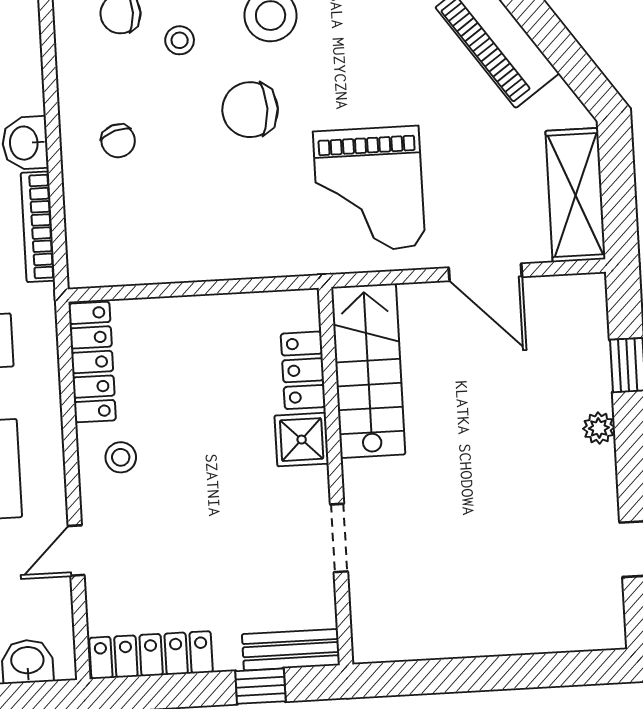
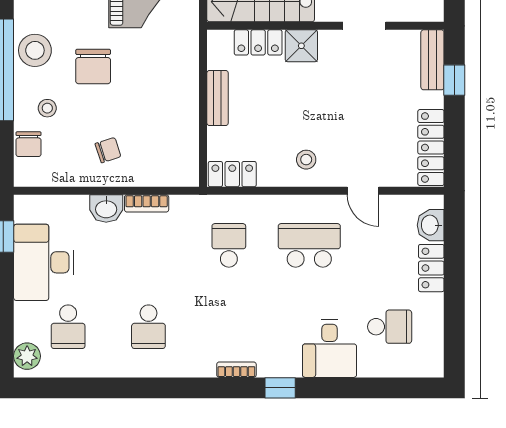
bookcase: (38, 227) -> (147, 203), width x0.64
bench: (211, 311) -> (218, 98), added
locker: (92, 362) -> (232, 174), width x0.66

